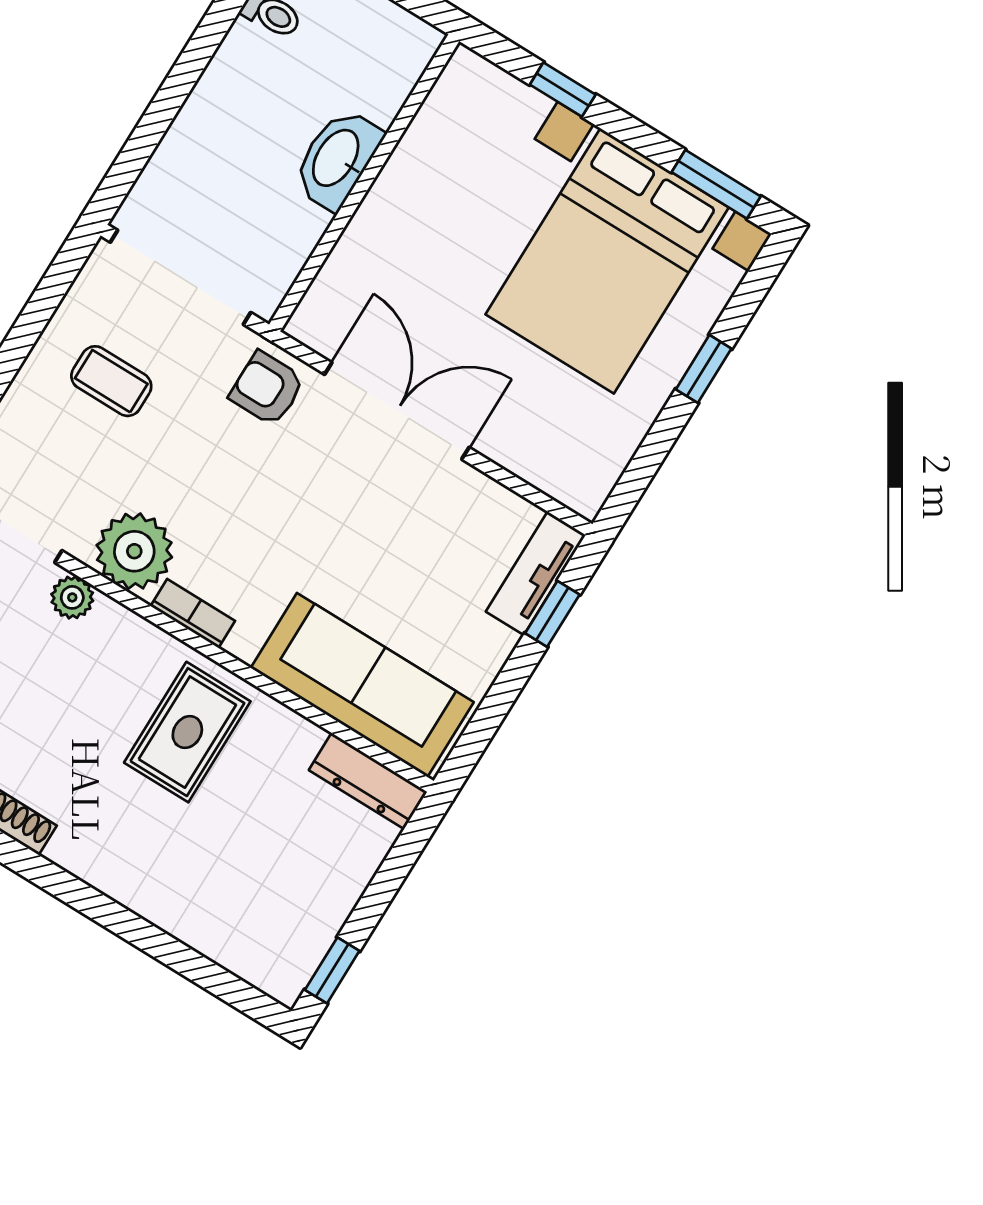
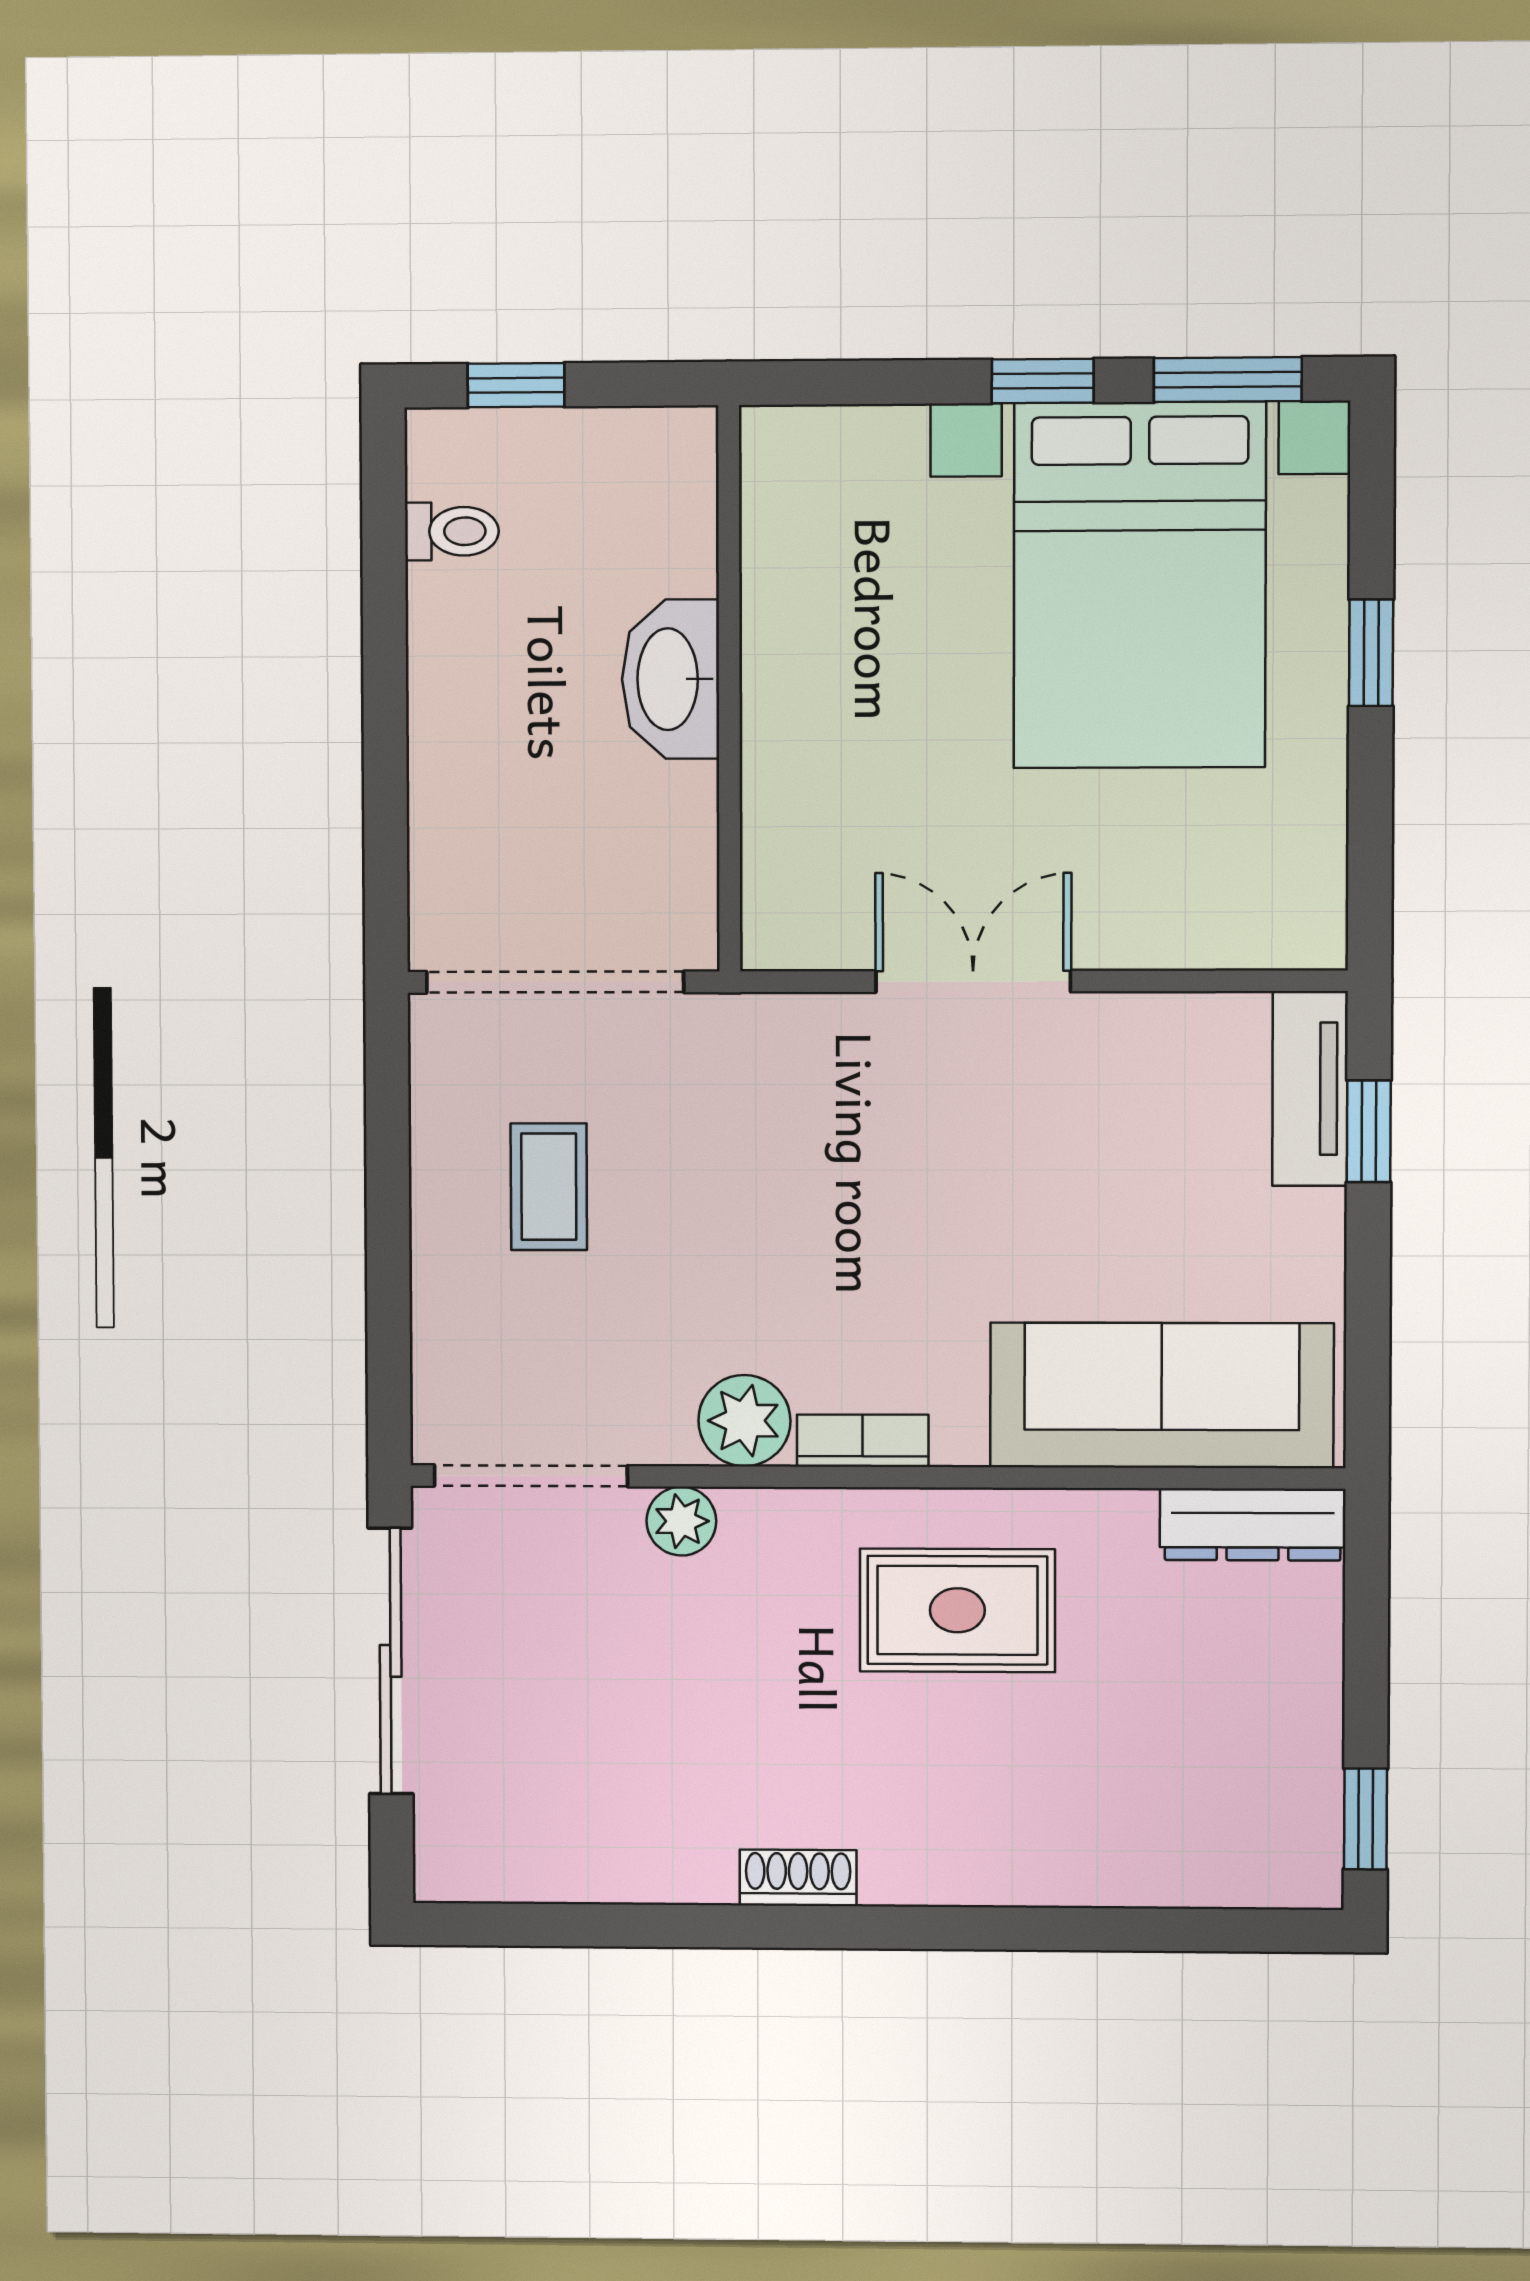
window: (563, 90) -> (1043, 381), moved
coffee table: (111, 381) -> (549, 1187), turned 90
armchair: (267, 389) -> (772, 1063), removed
double door: (397, 411) -> (973, 981), width x0.73
plant: (134, 551) -> (744, 1421), width x0.73, depth x0.73
rug: (187, 732) -> (957, 1610), turned 90

